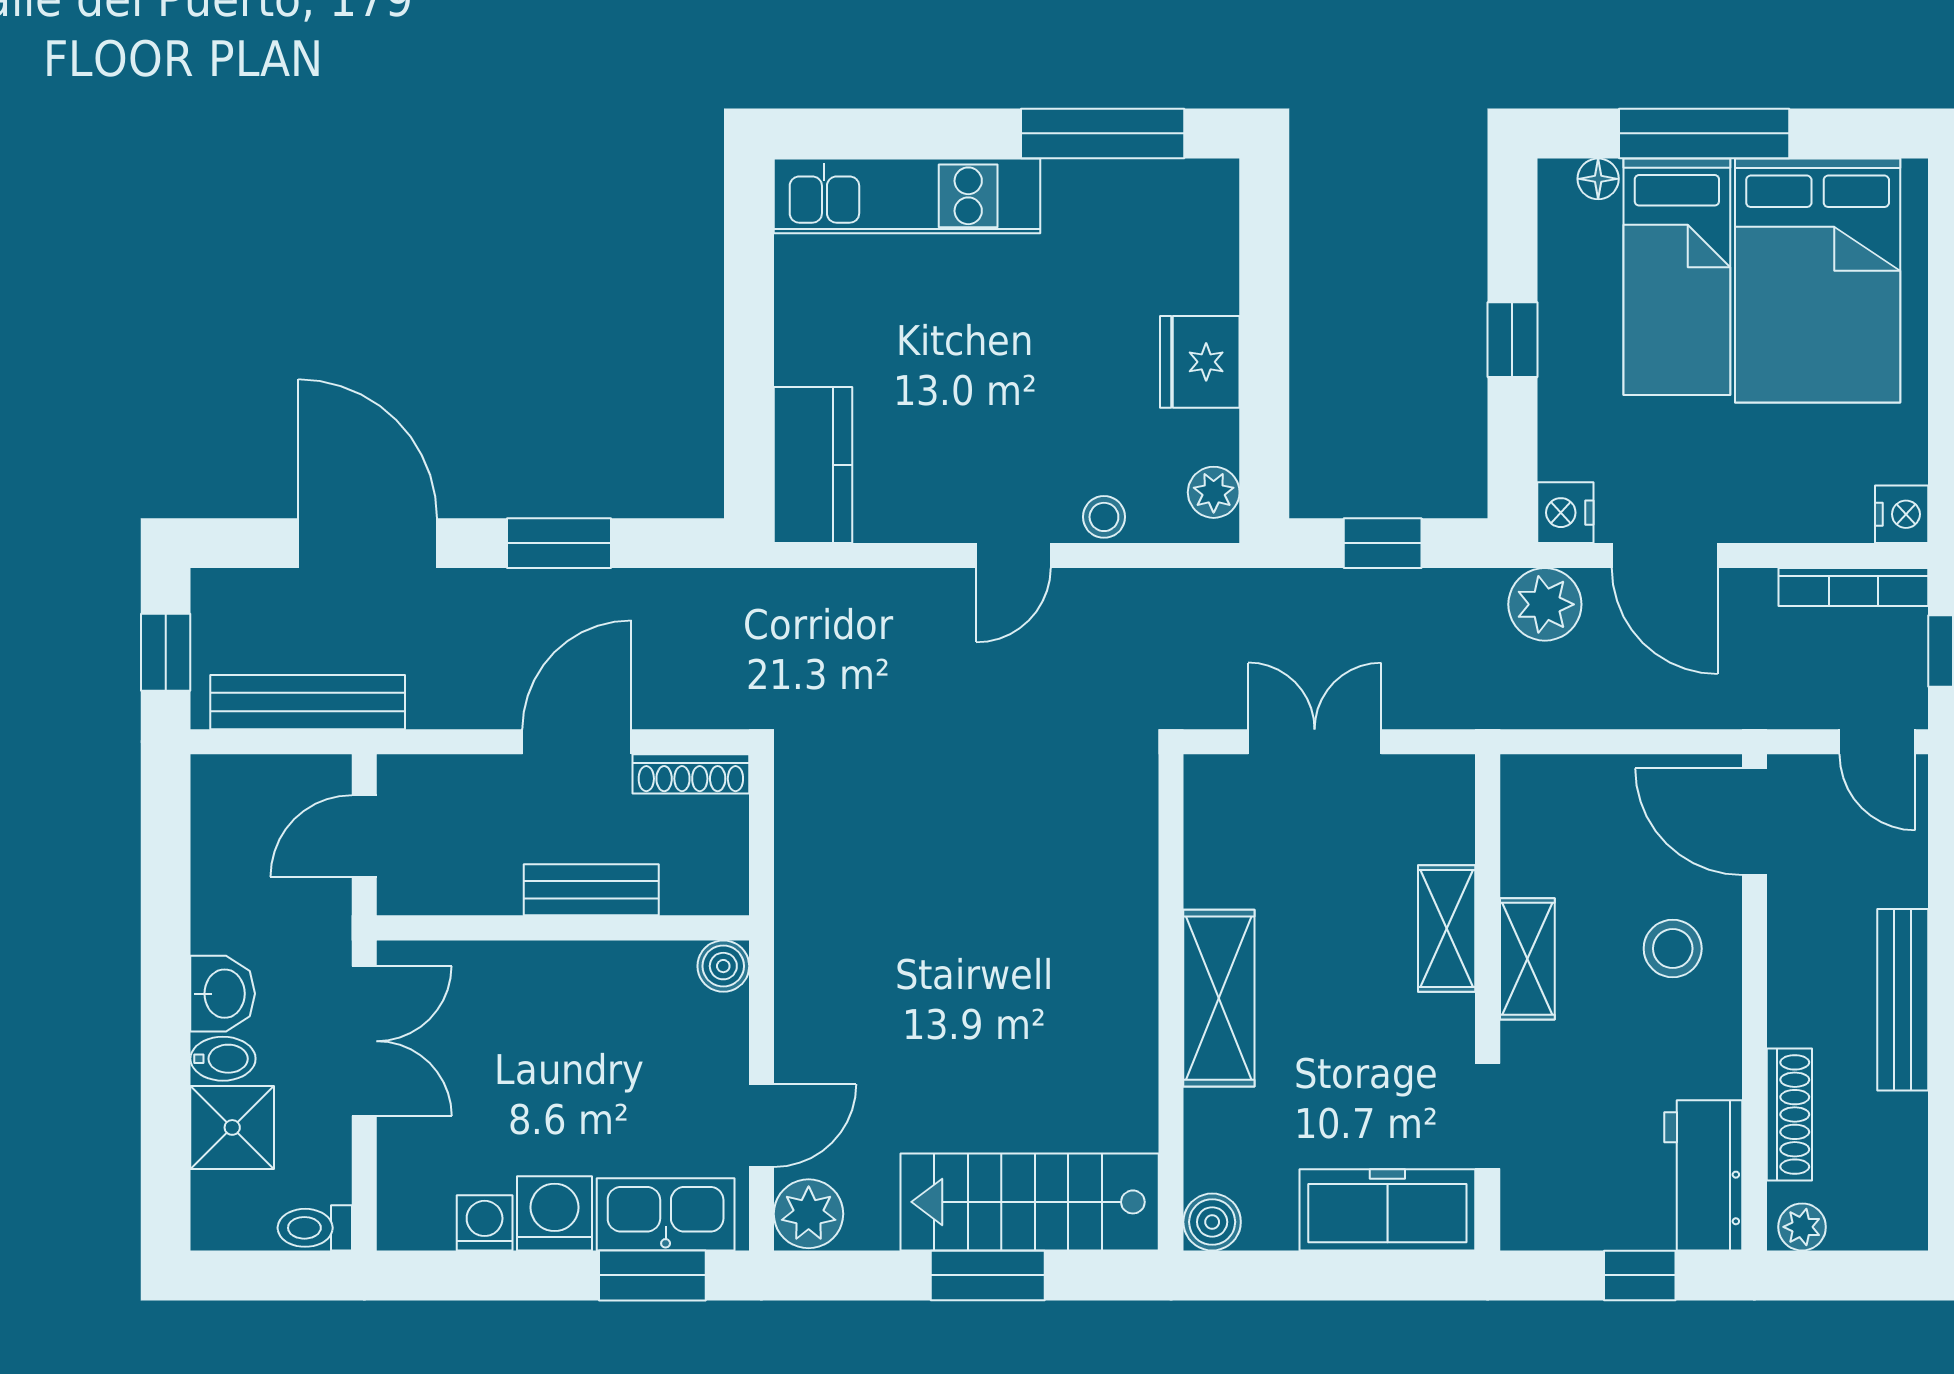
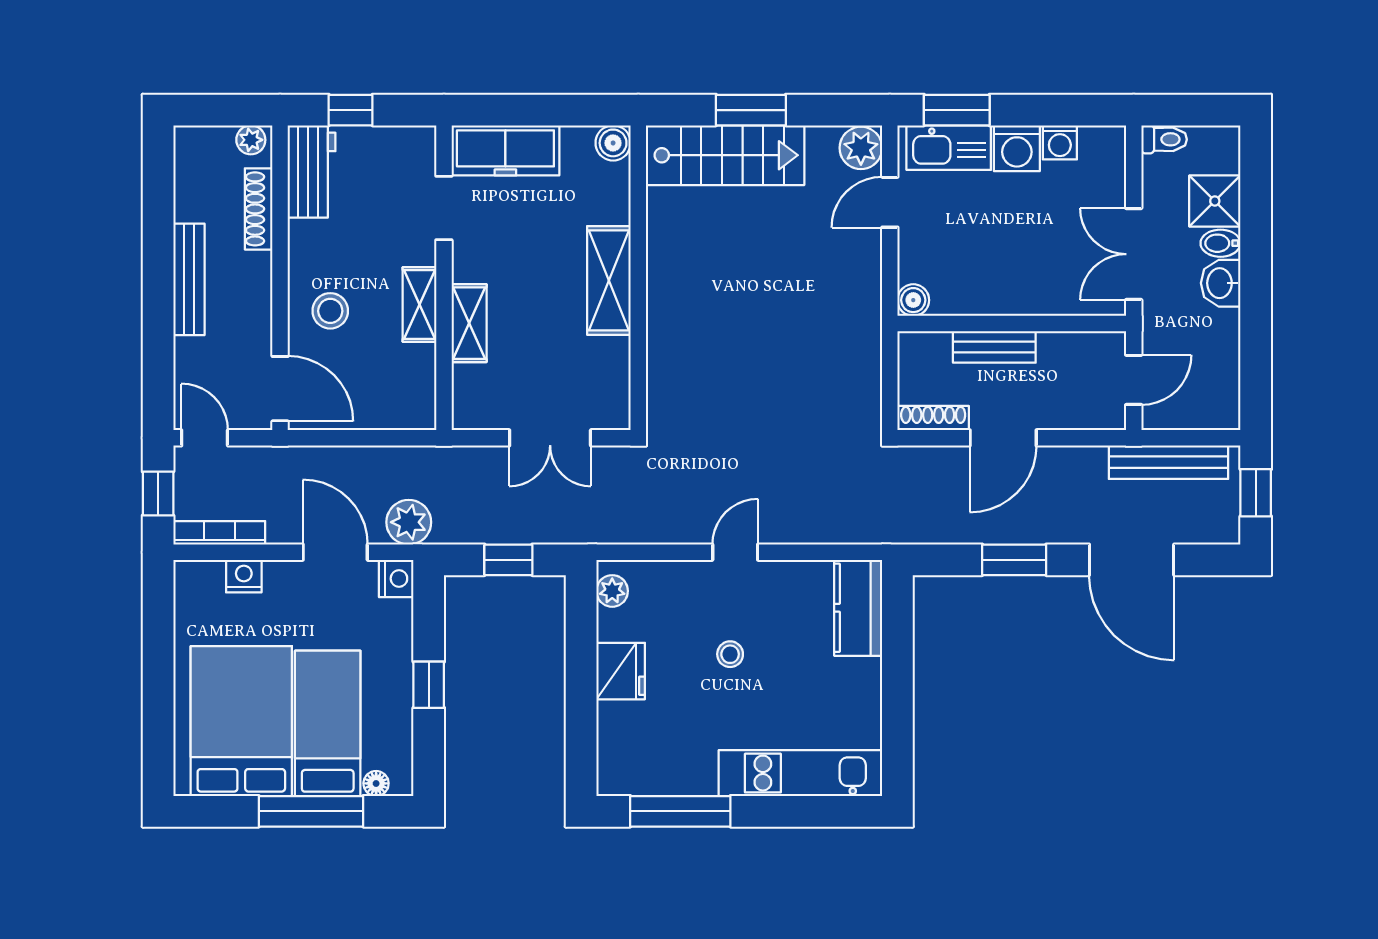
nightstand: (1902, 514) -> (244, 576), moved, turned 90
stool: (1104, 517) -> (730, 654), moved

